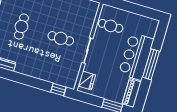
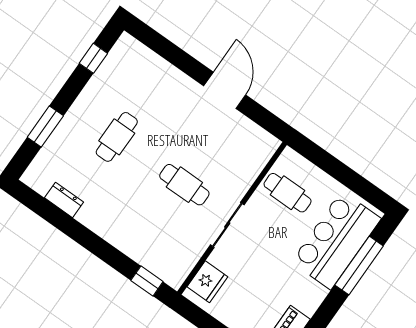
bar counter: (136, 57) -> (336, 240), moved
window: (151, 64) -> (359, 265), moved

